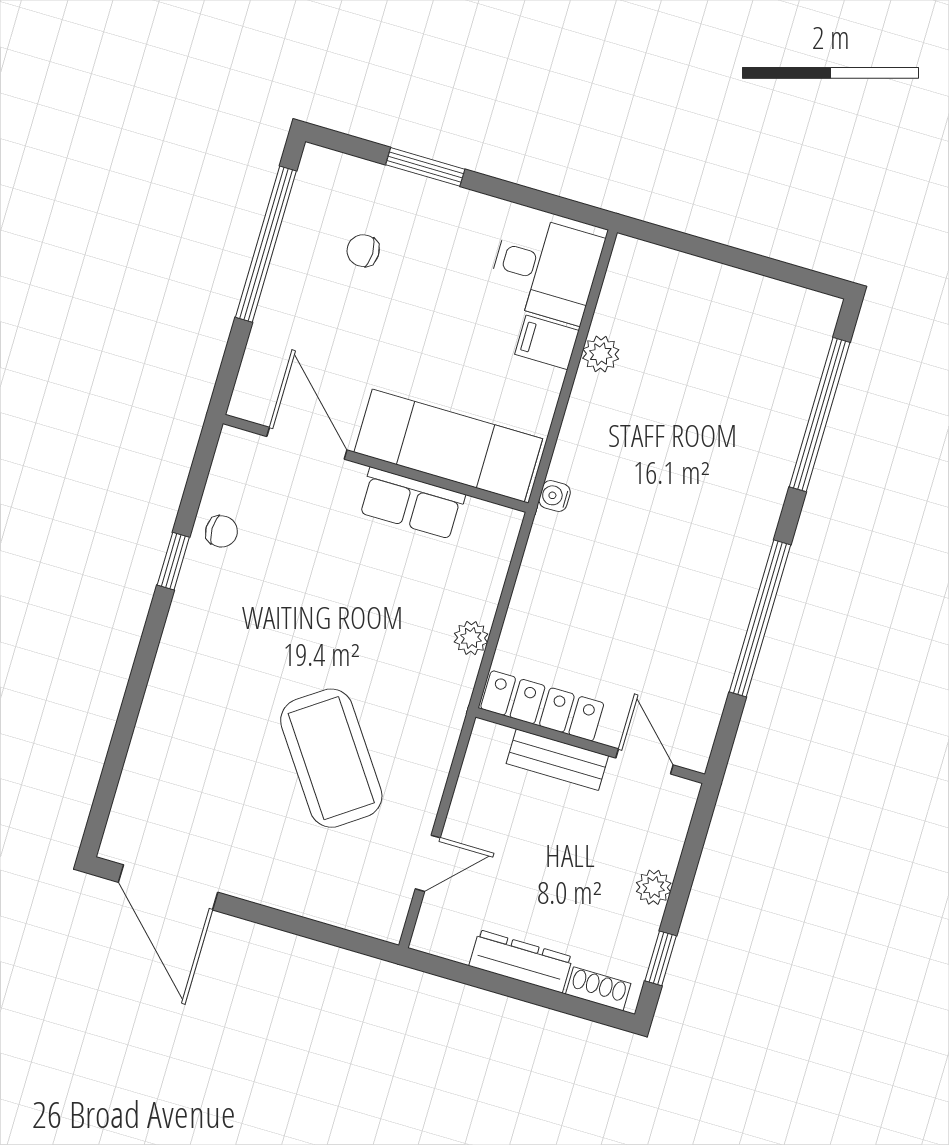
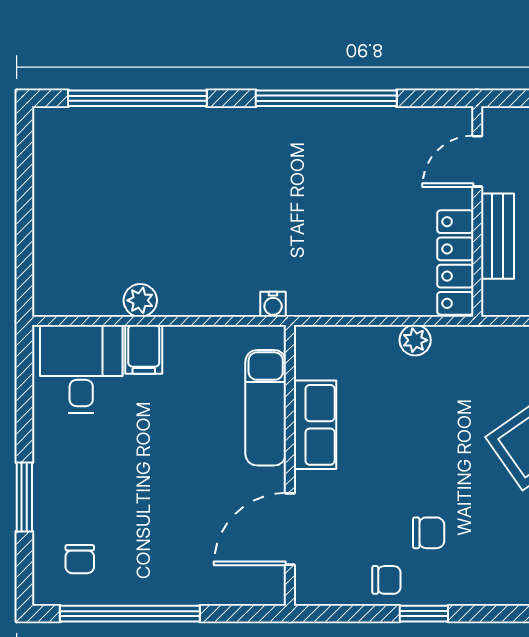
chair: (363, 251) -> (80, 559), moved
exam couch: (448, 445) -> (266, 408), width x0.73, depth x0.69
chair: (221, 531) -> (386, 580), turned 90
chair: (259, 592) -> (429, 533), added

